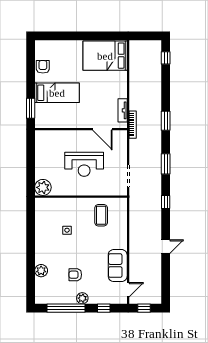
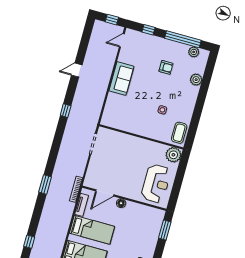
bed: (57, 93) -> (92, 230), moved, turned 180
floor lamp: (83, 123) -> (121, 203), added
door: (102, 129) -> (105, 193), swing flipped
reception desk: (84, 164) -> (156, 183), moved, turned 90
window: (166, 164) -> (56, 145), removed
coffee table: (101, 215) -> (179, 133), moved
sofa: (118, 266) -> (121, 79), moved
plant: (82, 298) -> (194, 52), moved

